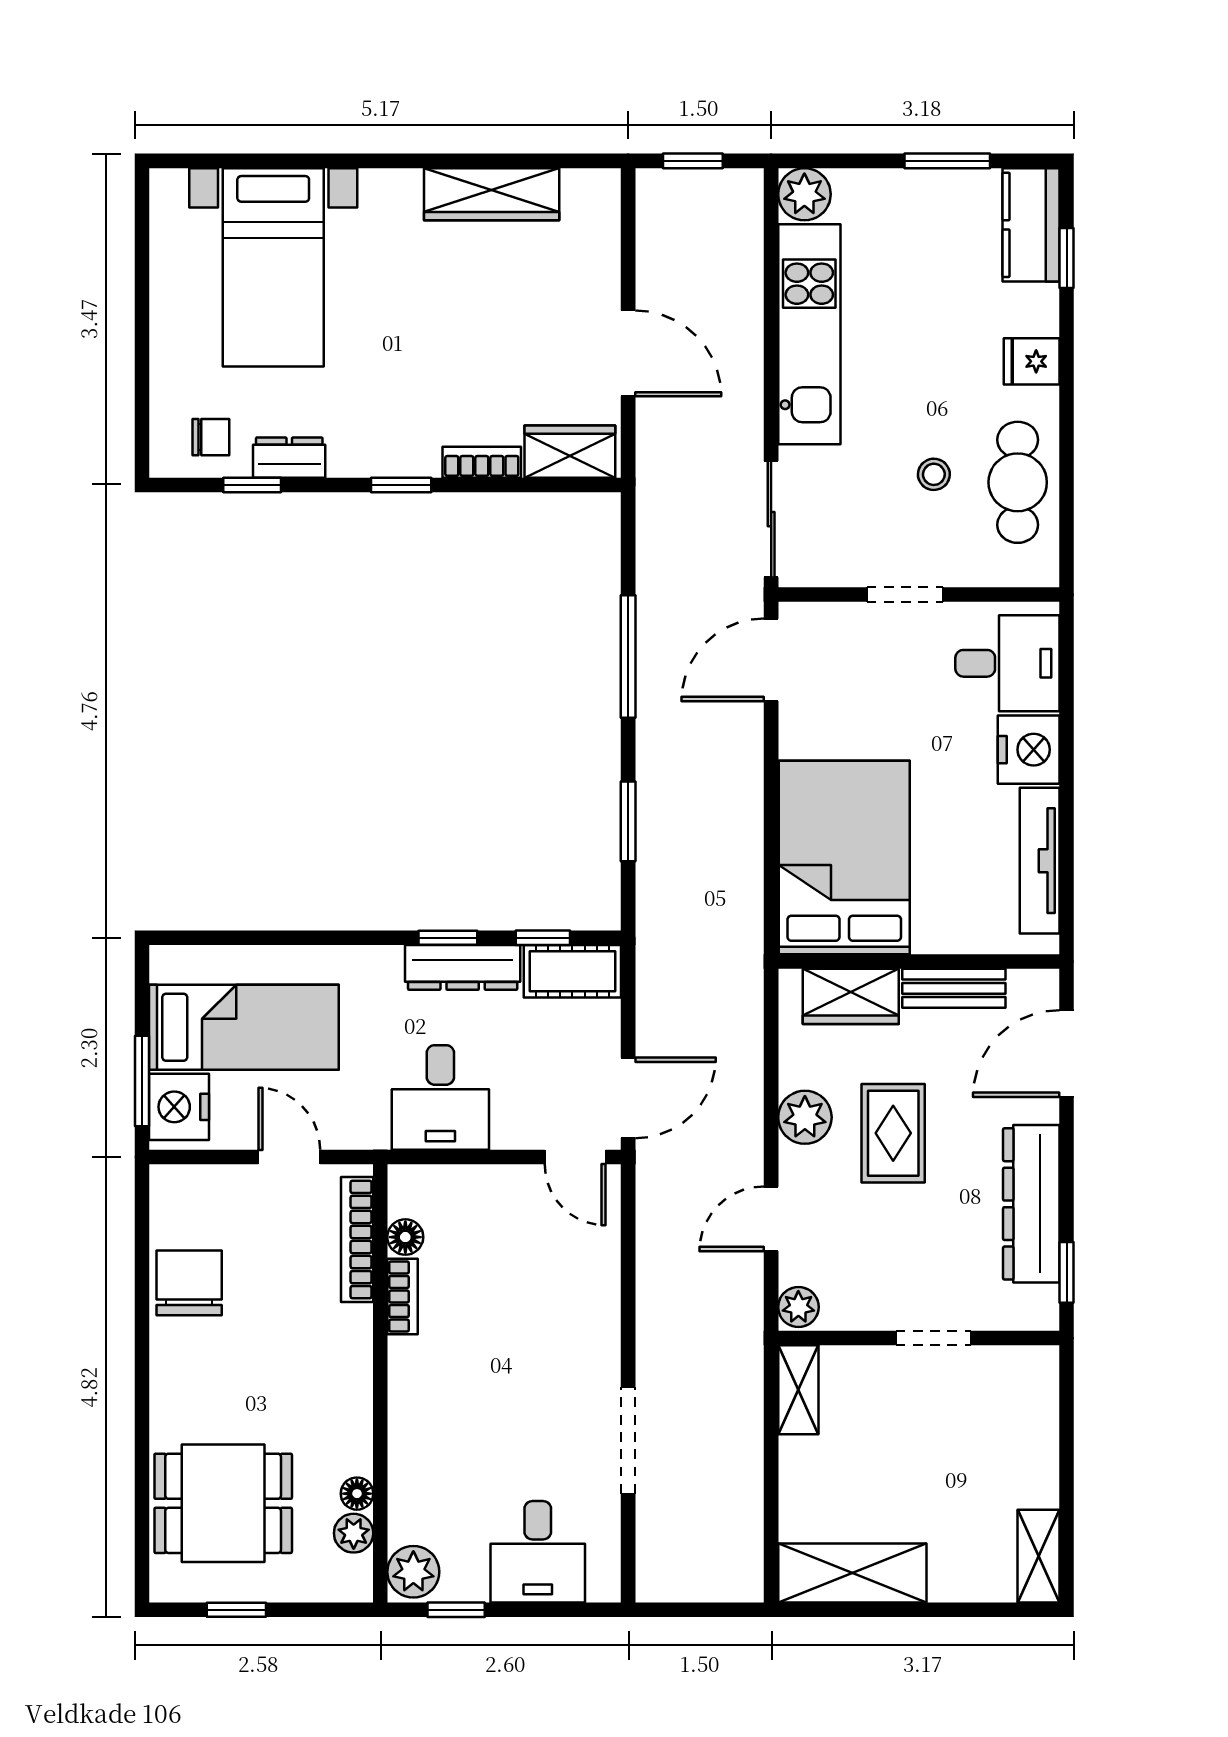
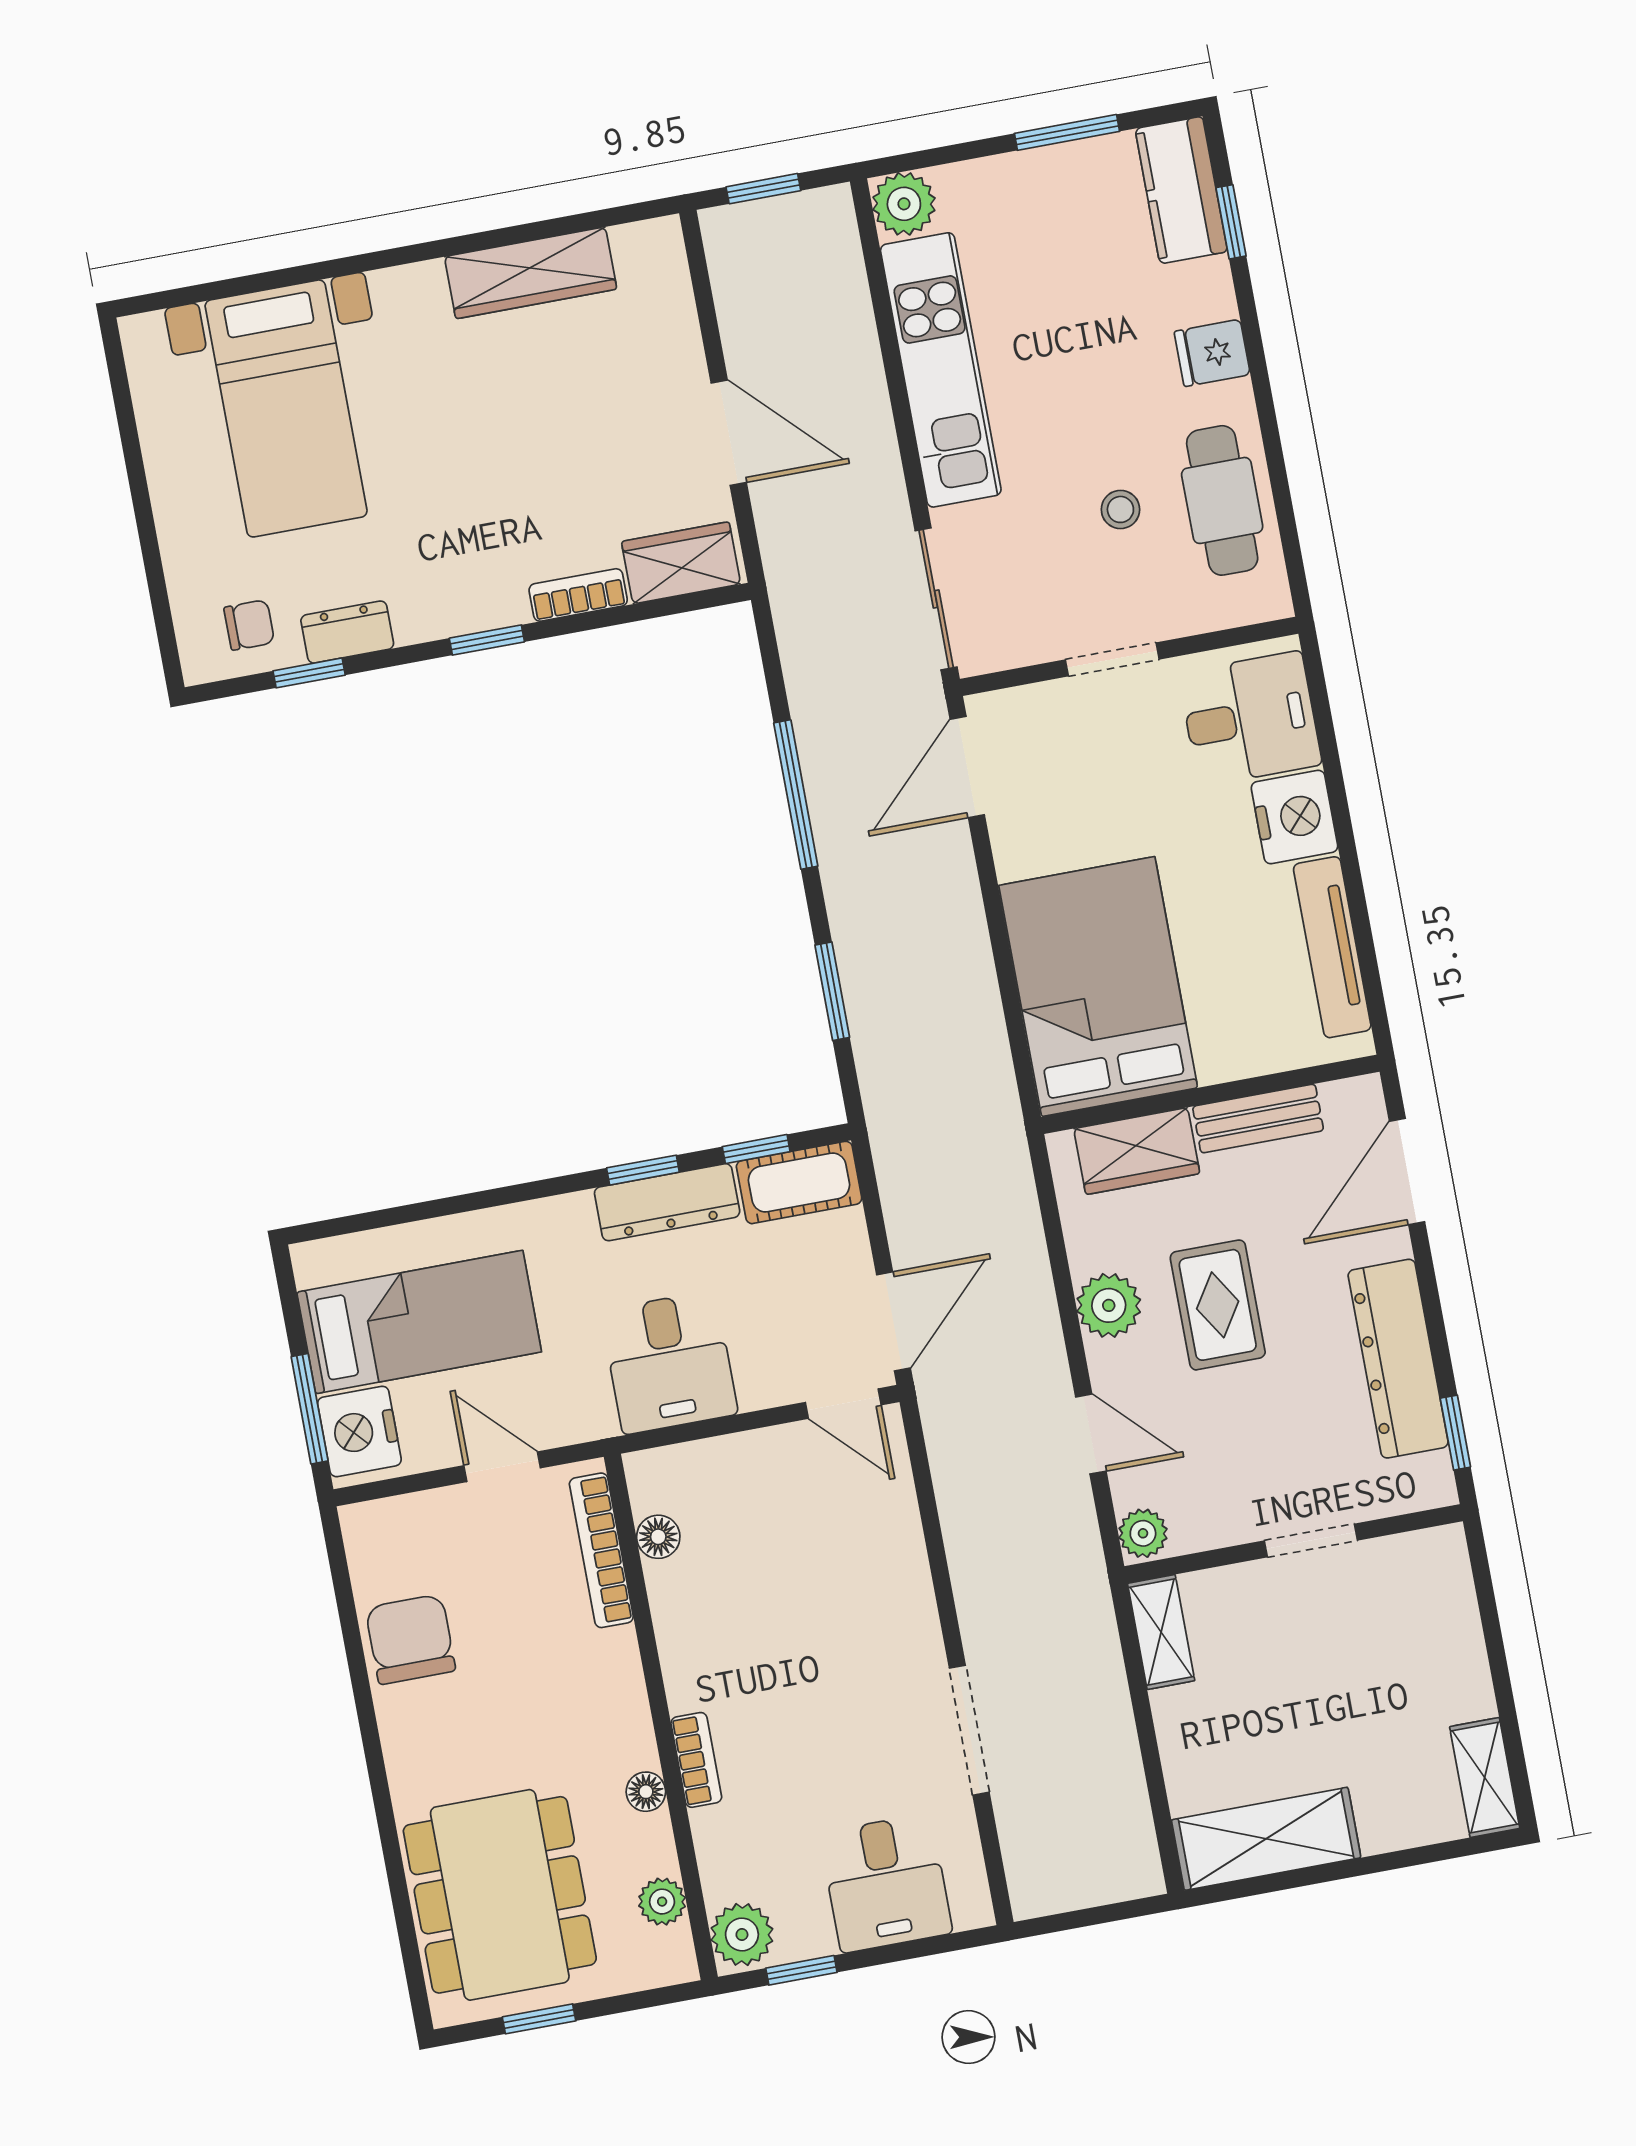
door: (771, 1219) -> (1091, 1434), swing flipped
bookcase: (403, 1297) -> (696, 1760), moved
floor lamp: (357, 1494) -> (646, 1792), moved
dining table: (223, 1503) -> (500, 1895), width x1.38

